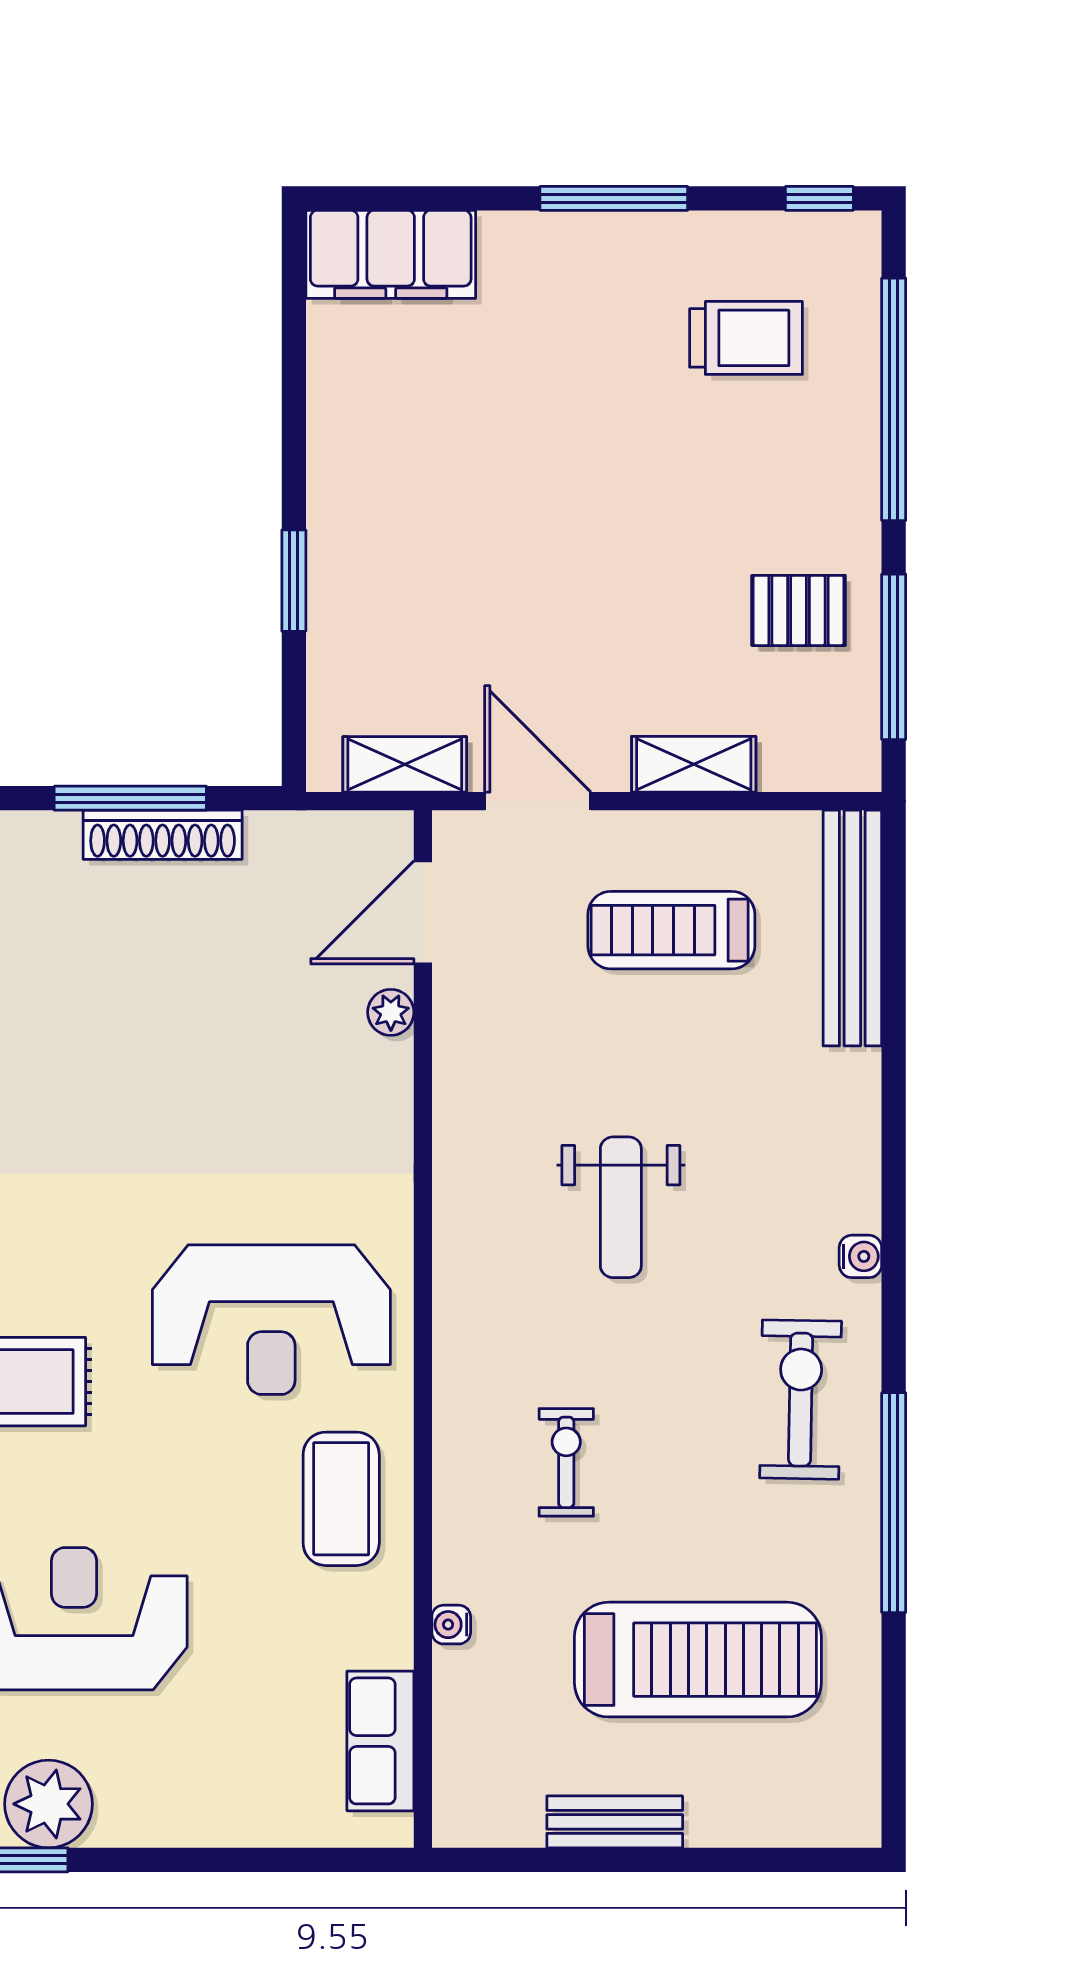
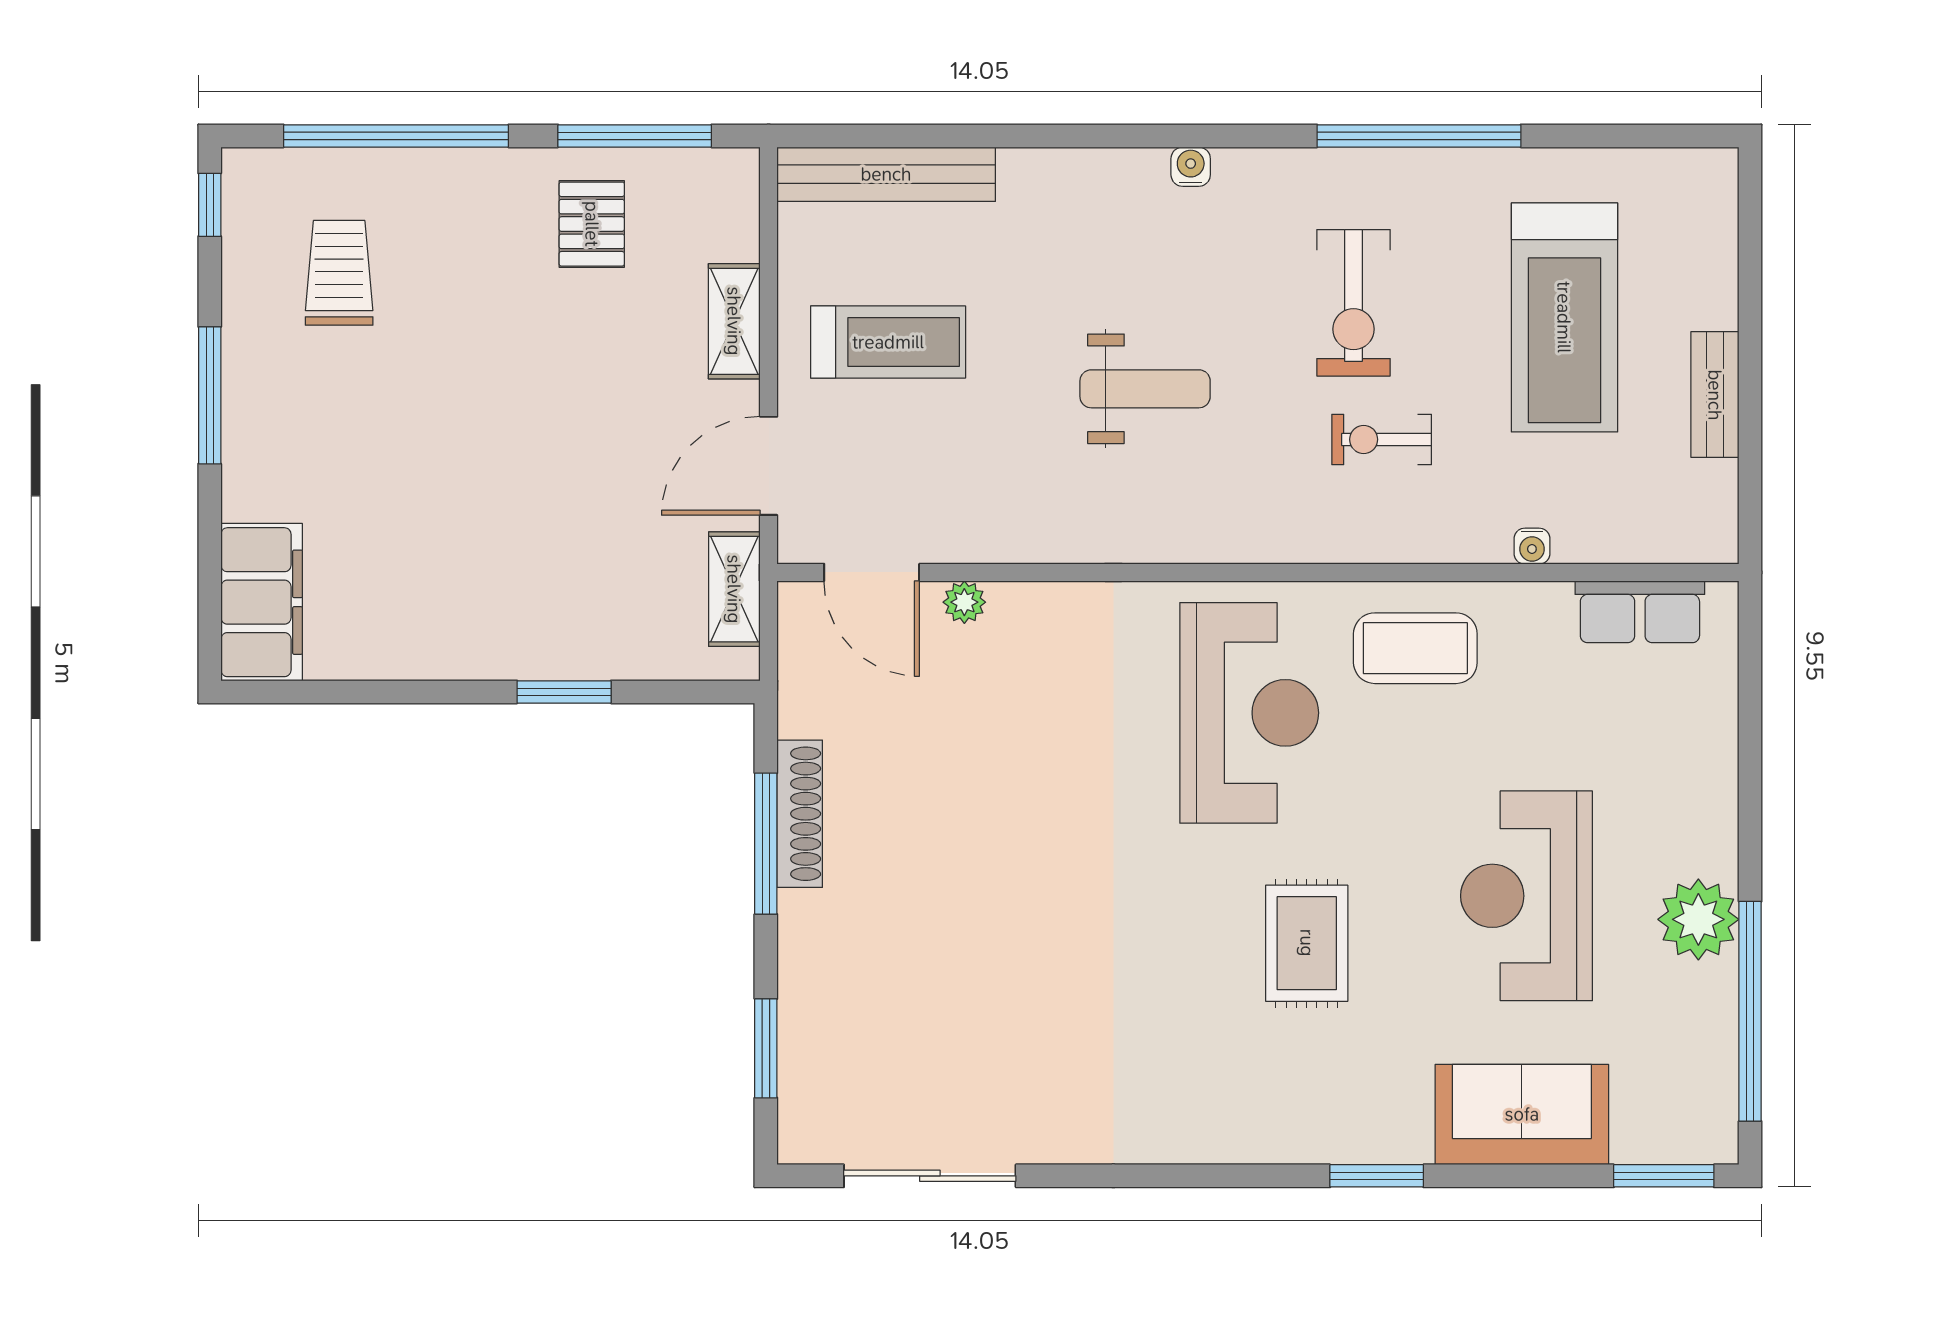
treadmill: (671, 930) -> (888, 342), turned -90
exercise bike: (801, 1400) -> (1353, 303), moved, turned -91
treadmill: (698, 1660) -> (1564, 317), turned 180

